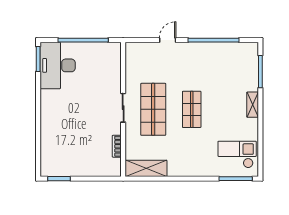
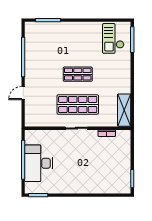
door: (168, 40) -> (23, 93), hinge flipped
desk: (58, 65) -> (38, 163), moved, turned 90
shelving: (253, 105) -> (74, 26), removed

